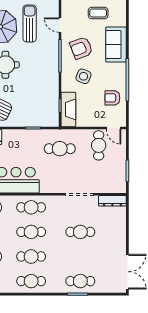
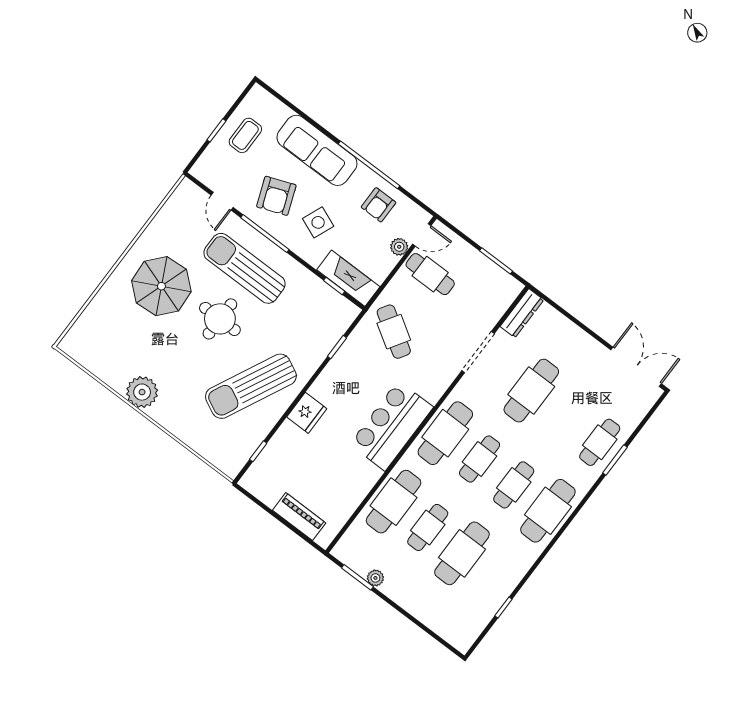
sun lounger: (30, 23) -> (245, 268), moved, width x1.36, depth x1.34
door: (60, 25) -> (222, 201), hinge flipped
sofa: (116, 45) -> (317, 150), width x1.36
plant: (100, 122) -> (399, 247), added
cafe table: (60, 149) -> (394, 332), turned -58
cafe table: (31, 207) -> (445, 433), width x1.37, depth x1.35
cafe table: (80, 232) -> (531, 391), width x1.37, depth x1.35
cafe table: (31, 281) -> (548, 511), width x1.37, depth x1.35

